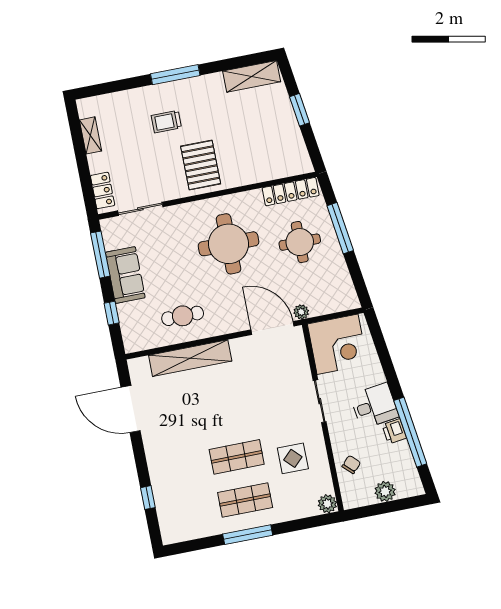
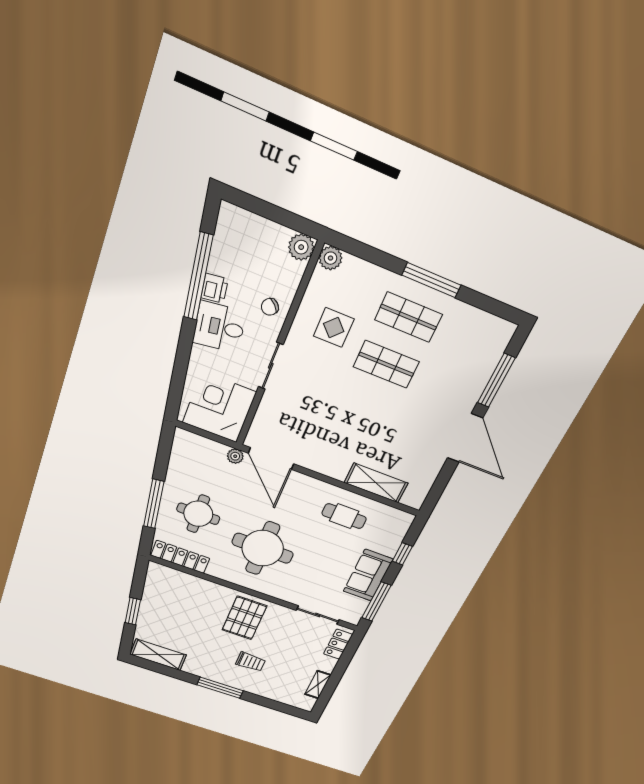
shelving: (190, 358) -> (376, 483), width x0.68
door: (131, 409) -> (465, 438), moved
chair: (351, 465) -> (270, 307), moved
plant: (385, 491) -> (301, 247), moved
window: (148, 498) -> (496, 380), width x2.17

